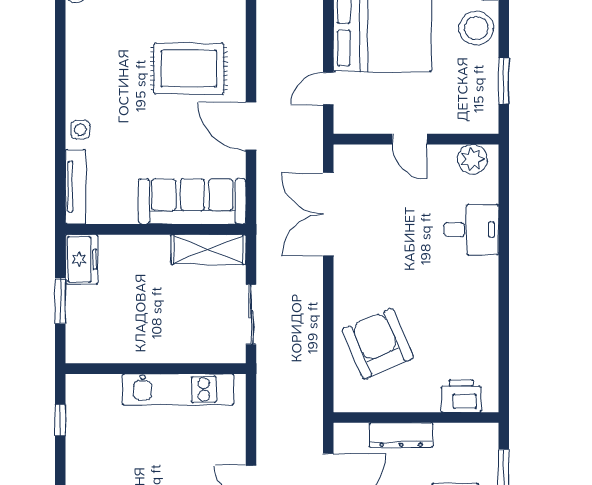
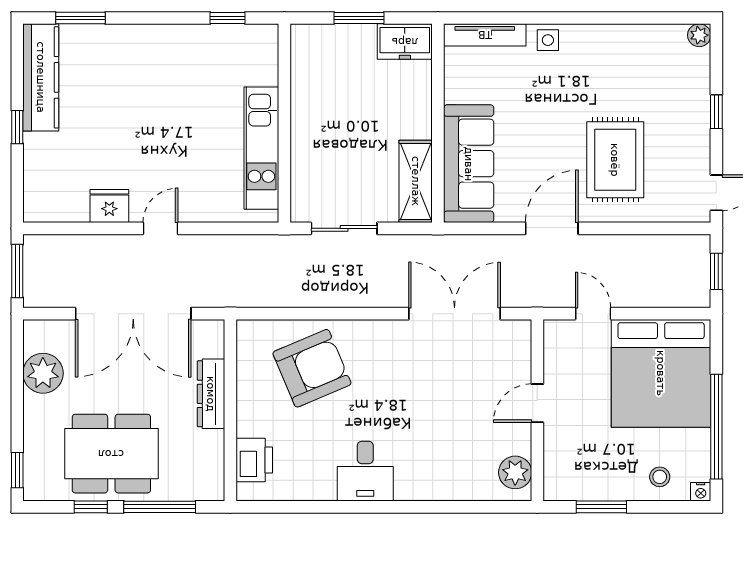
stool: (476, 28) -> (660, 477), width x0.53, depth x0.53
desk: (471, 230) -> (365, 471), moved

